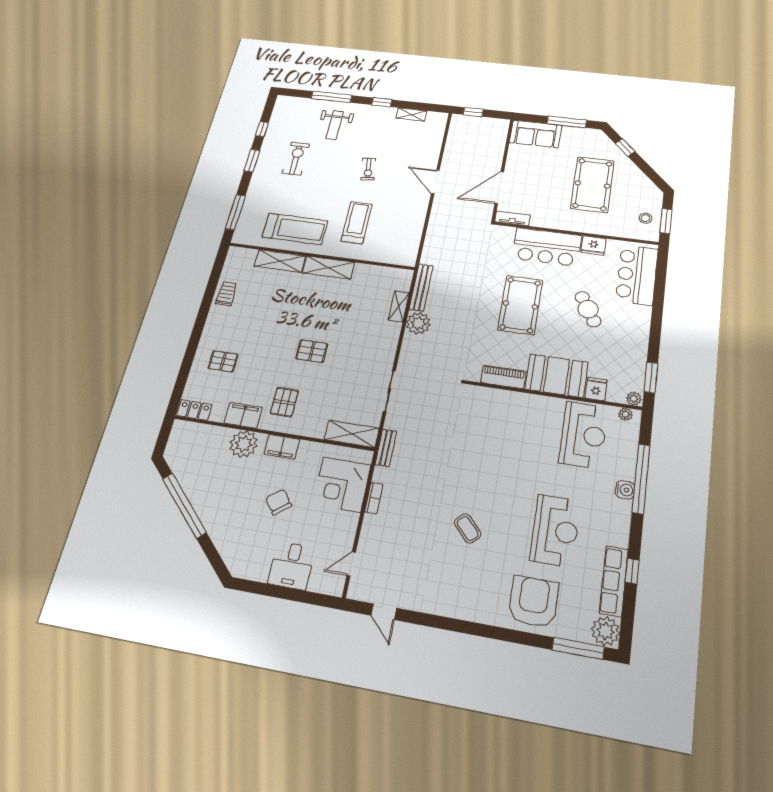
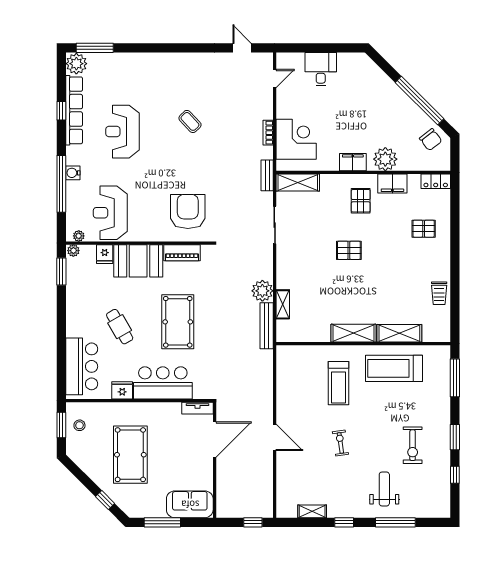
chair: (278, 502) -> (431, 140), moved
row of seats: (614, 581) -> (74, 110), width x1.36
armchair: (534, 602) -> (188, 211), moved, turned 180

